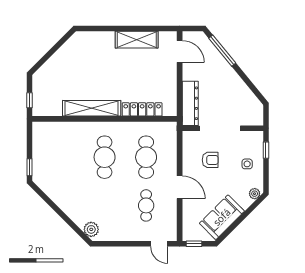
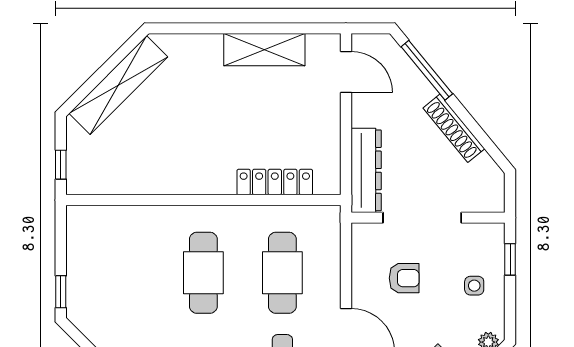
shoe rack: (236, 81) -> (454, 128), added
shelving: (92, 108) -> (118, 85), moved, turned -45

